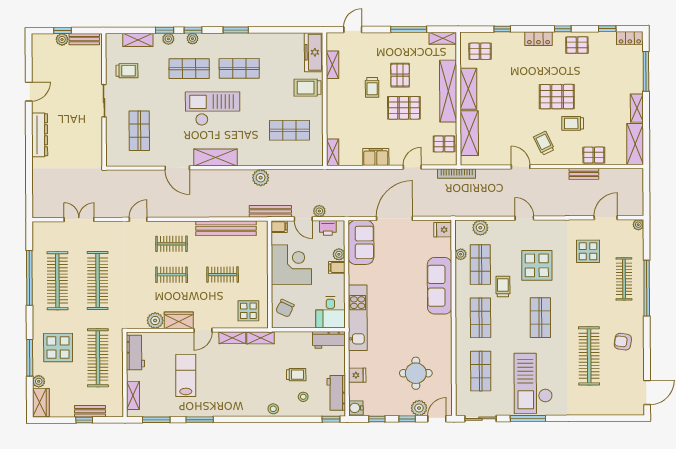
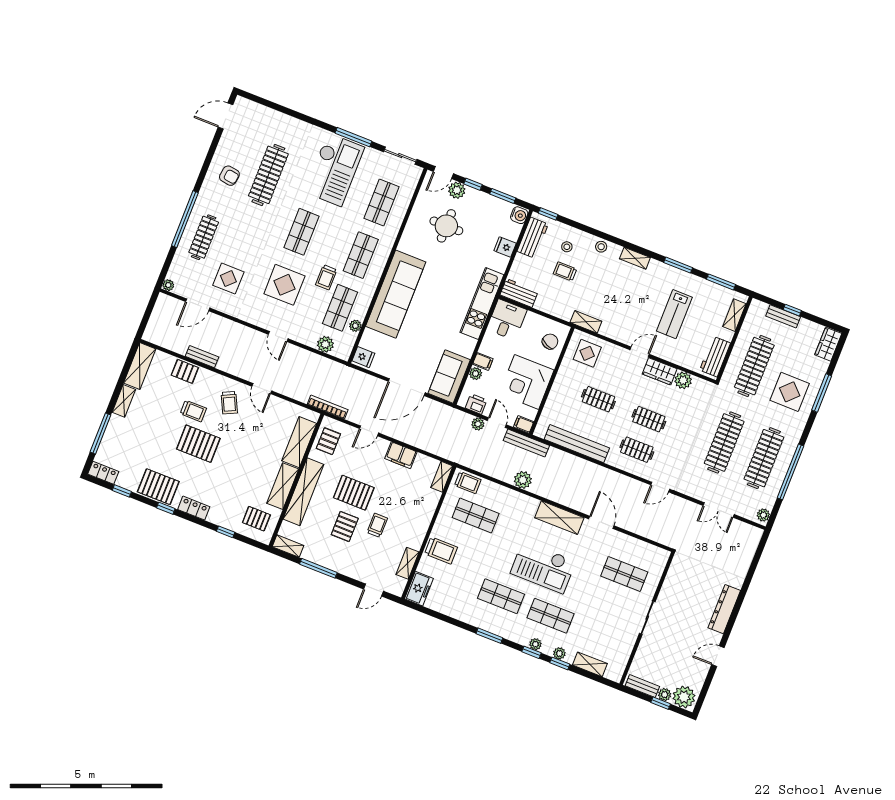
plant: (44, 44) -> (684, 697), added
pallet: (577, 45) -> (158, 487), width x1.50, depth x1.42
freezer: (314, 52) -> (419, 589), width x0.71
trolley: (127, 71) -> (468, 483), moved, turned 180
shop shelf: (139, 131) -> (624, 574), turned 90
pallet: (444, 144) -> (328, 441), turned 90
sofa: (440, 286) -> (396, 294), width x1.36, depth x1.27
shelving: (232, 338) -> (635, 258), moved
plant: (39, 381) -> (763, 515), moved
window: (377, 419) -> (503, 196), width x1.50

